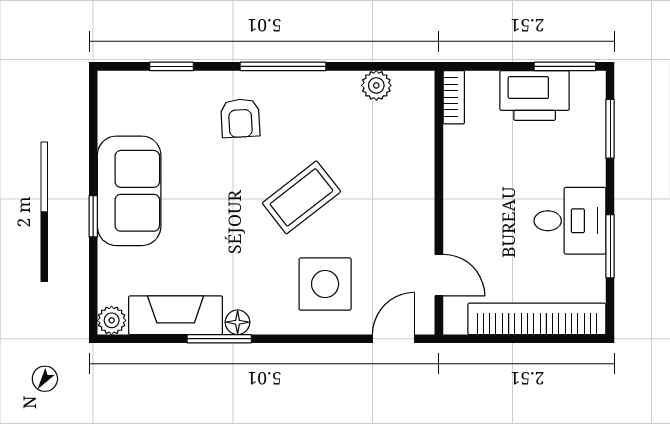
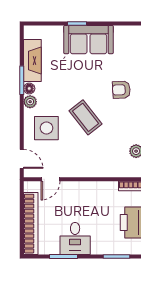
plant: (112, 320) -> (30, 102), moved

